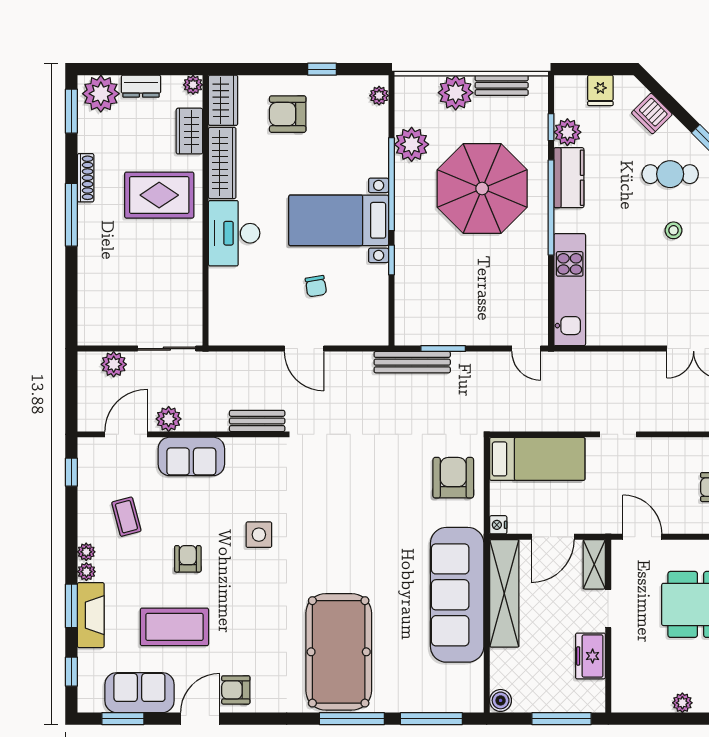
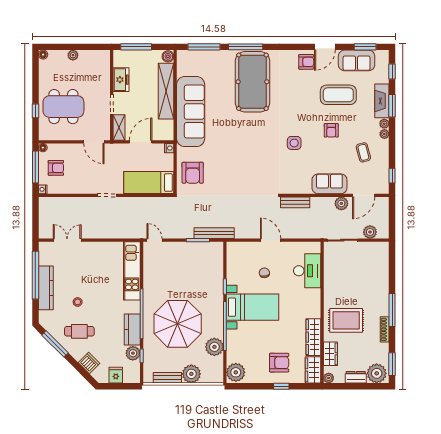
window: (322, 69) -> (281, 386), moved
plant: (379, 96) -> (236, 372), width x1.87, depth x1.87
desk: (234, 233) -> (307, 271), moved
shelving: (504, 593) -> (166, 91), moved

